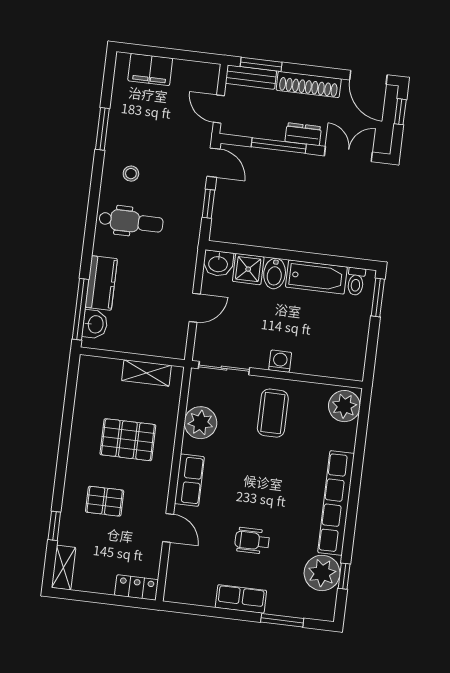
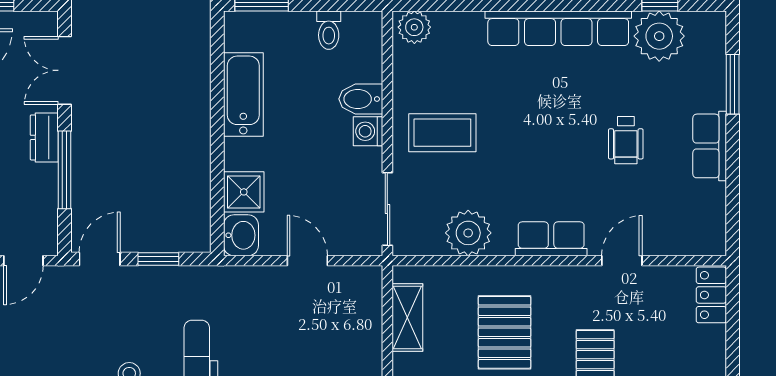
bidet: (275, 273) -> (361, 99), moved, turned 180
toilet: (356, 281) -> (329, 30), moved, turned 90
plant: (344, 406) -> (414, 27), width x0.73, depth x0.73

